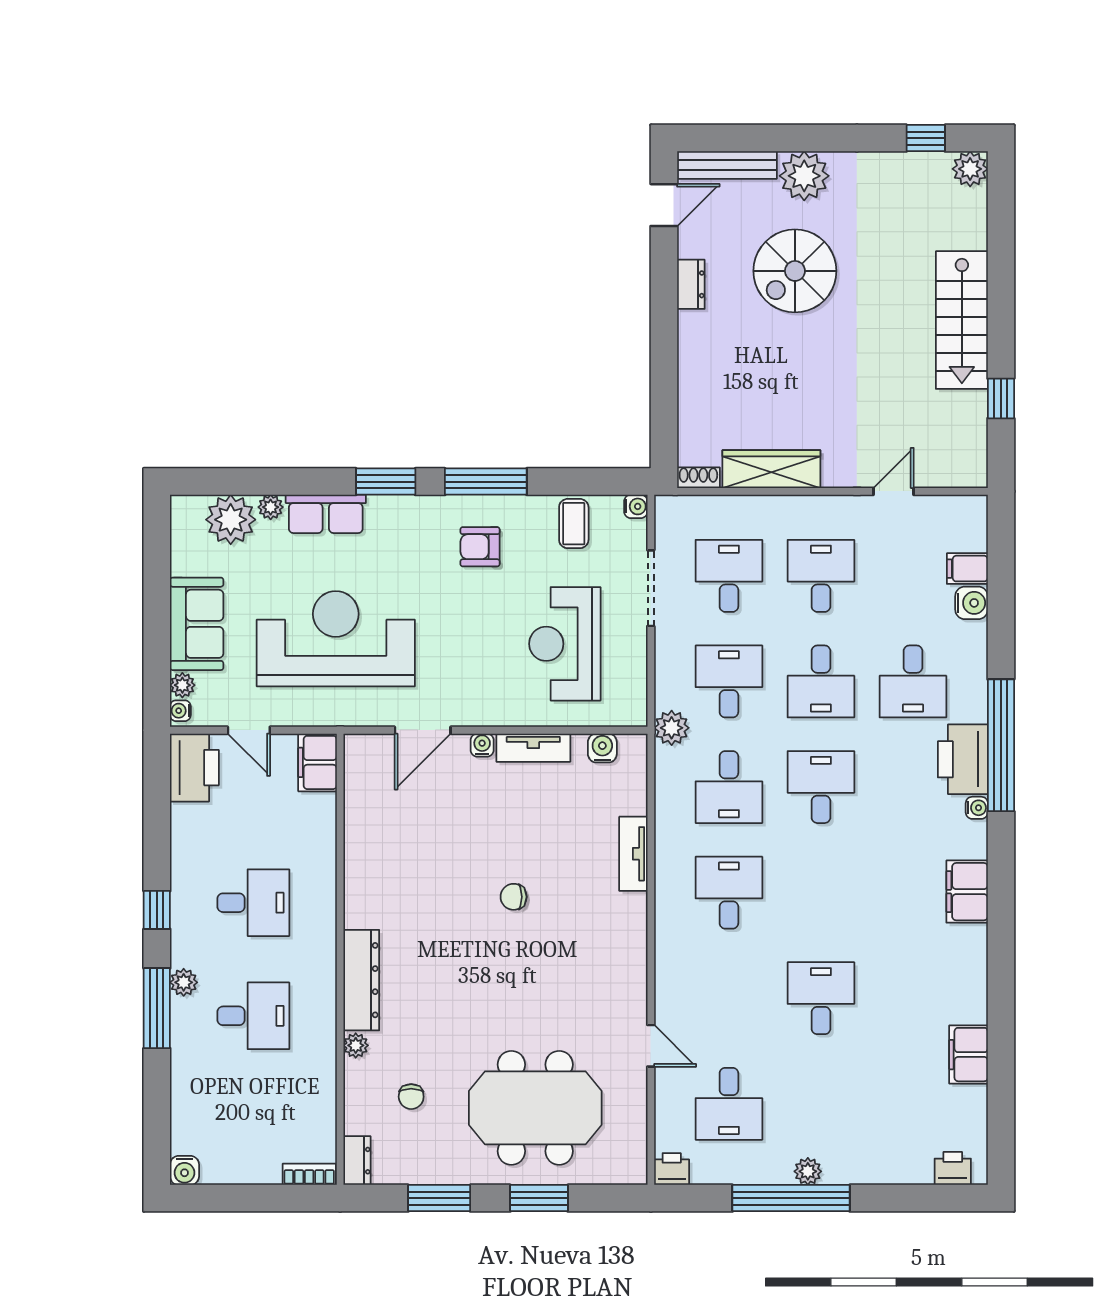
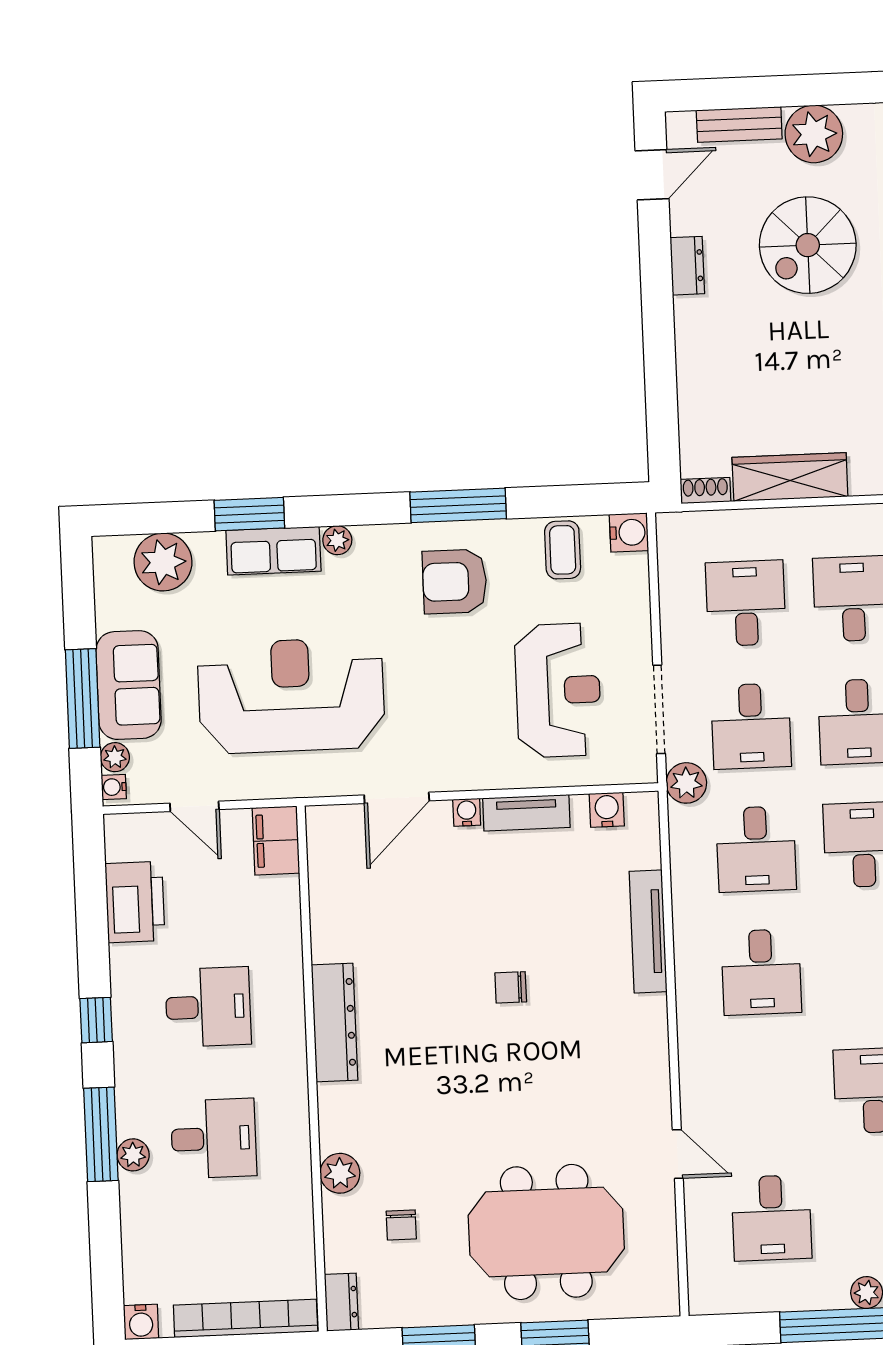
bench: (727, 165) -> (739, 124), width x0.73
window: (386, 482) -> (249, 514), moved
water cooler: (636, 506) -> (629, 532), width x1.38, depth x1.38
plant: (271, 507) -> (337, 540), moved
armchair: (480, 547) -> (455, 581), width x1.38, depth x1.38
doorway: (651, 588) -> (659, 709), moved
window: (157, 634) -> (83, 698), added
reception desk: (565, 644) -> (558, 690), turned 180
desk: (729, 681) -> (751, 726), turned 180
printer: (194, 768) -> (135, 902), moved
tv unit: (633, 854) -> (648, 931), width x1.41
desk: (729, 893) -> (761, 972), turned 180
dresser: (361, 980) -> (335, 1023), moved
plant: (184, 982) -> (133, 1155), moved
plant: (356, 1045) -> (340, 1173), width x1.38, depth x1.38
printer: (672, 1169) -> (708, 1297), removed
bookcase: (309, 1174) -> (246, 1318), width x2.31, depth x1.31

